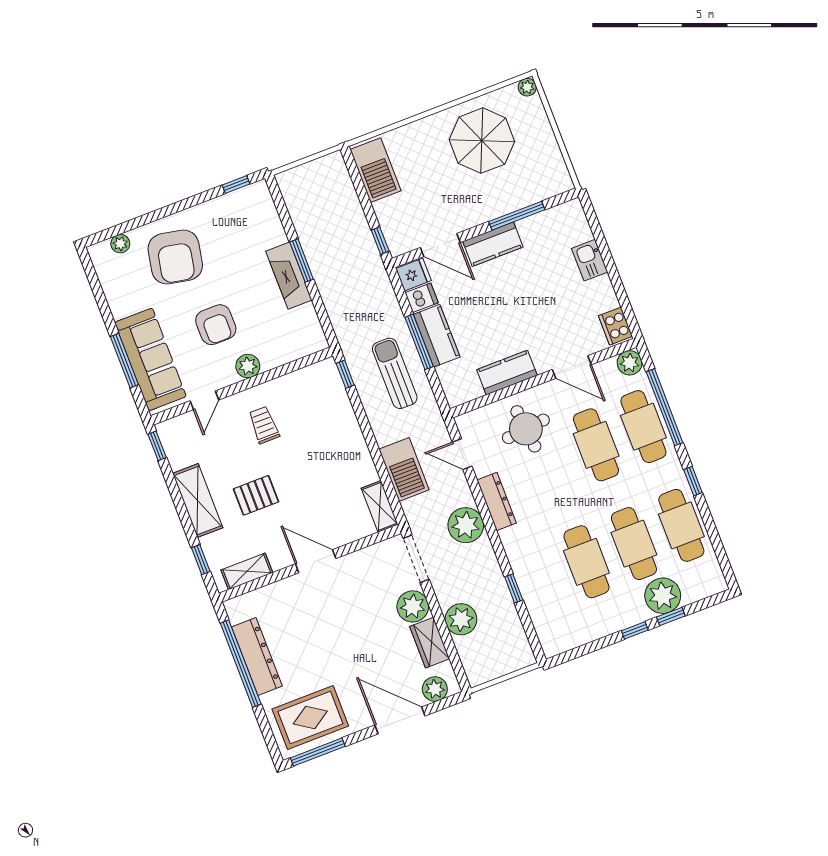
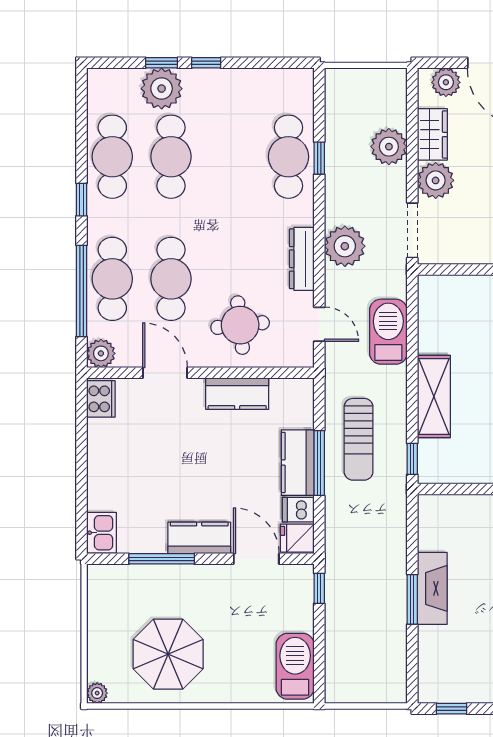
kitchen sink: (590, 260) -> (101, 533), moved
shelving: (380, 506) -> (434, 396), moved, width x1.50, depth x1.33
cafe table: (586, 562) -> (288, 157), moved

